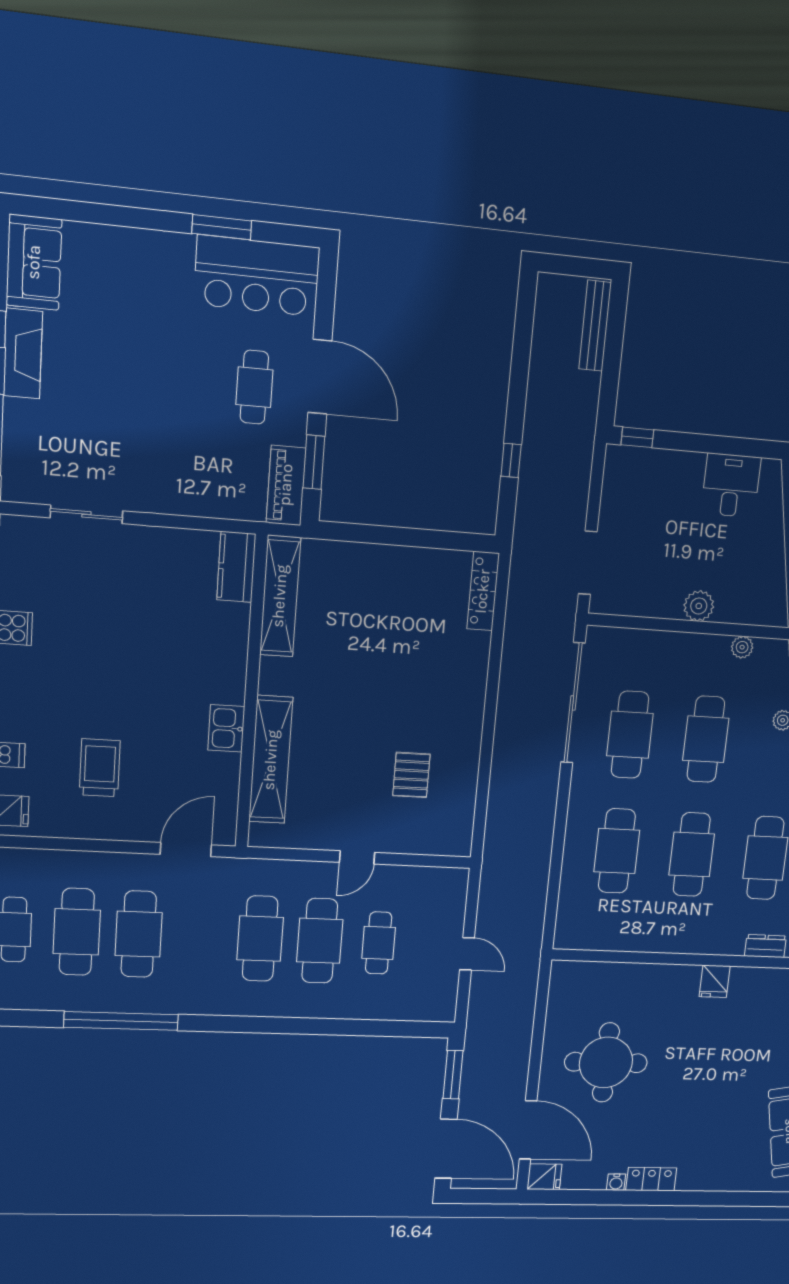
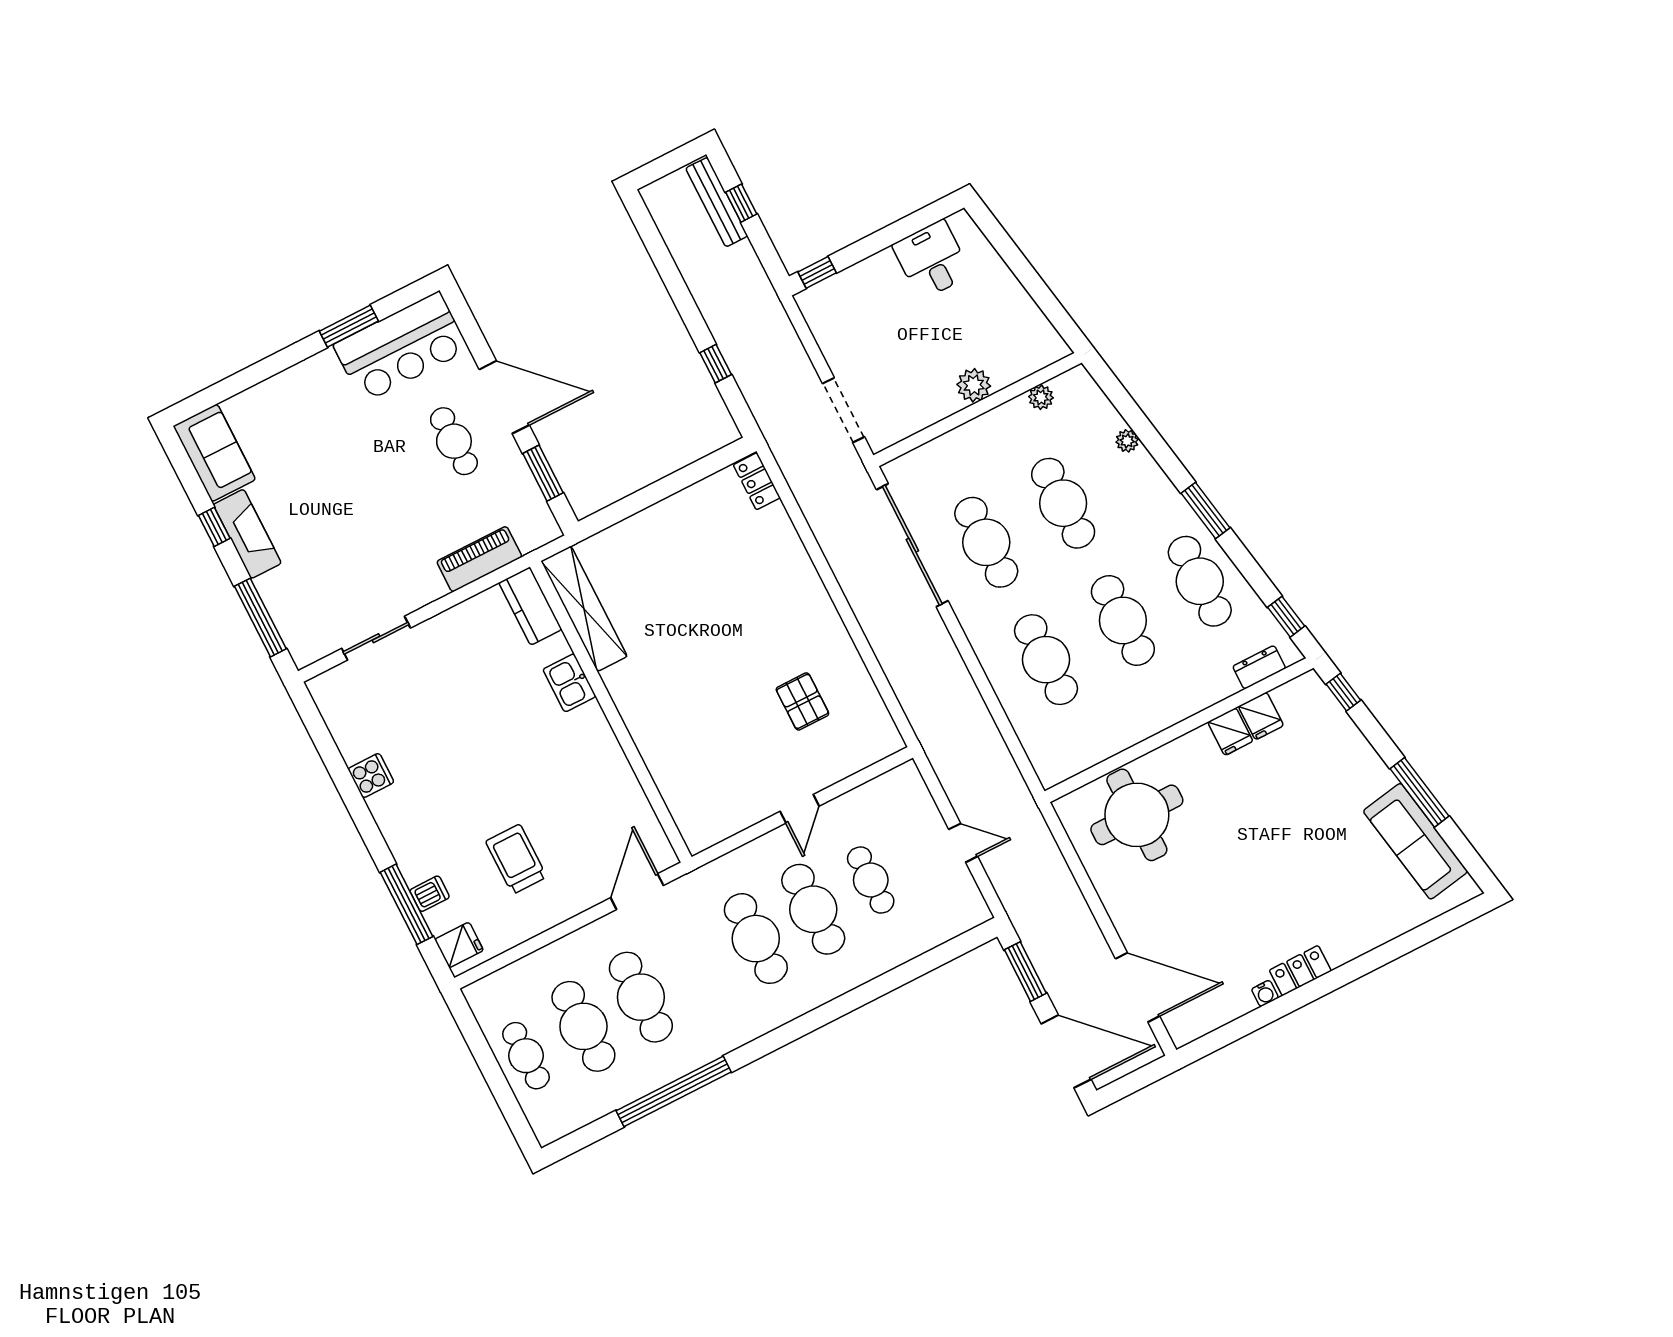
window: (614, 340) -> (741, 203), added
piano: (286, 485) -> (479, 559), moved, turned 90
locker: (483, 591) -> (757, 481), width x0.66
kitchen sink: (226, 728) -> (569, 683), moved
shelving: (271, 760) -> (664, 763), removed
round table: (606, 1062) -> (1137, 815), moved
fridge: (544, 1177) -> (1261, 716), moved, turned 90

